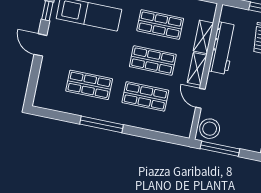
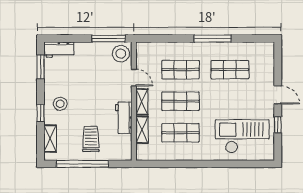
workbench: (223, 48) -> (124, 118), width x0.73

